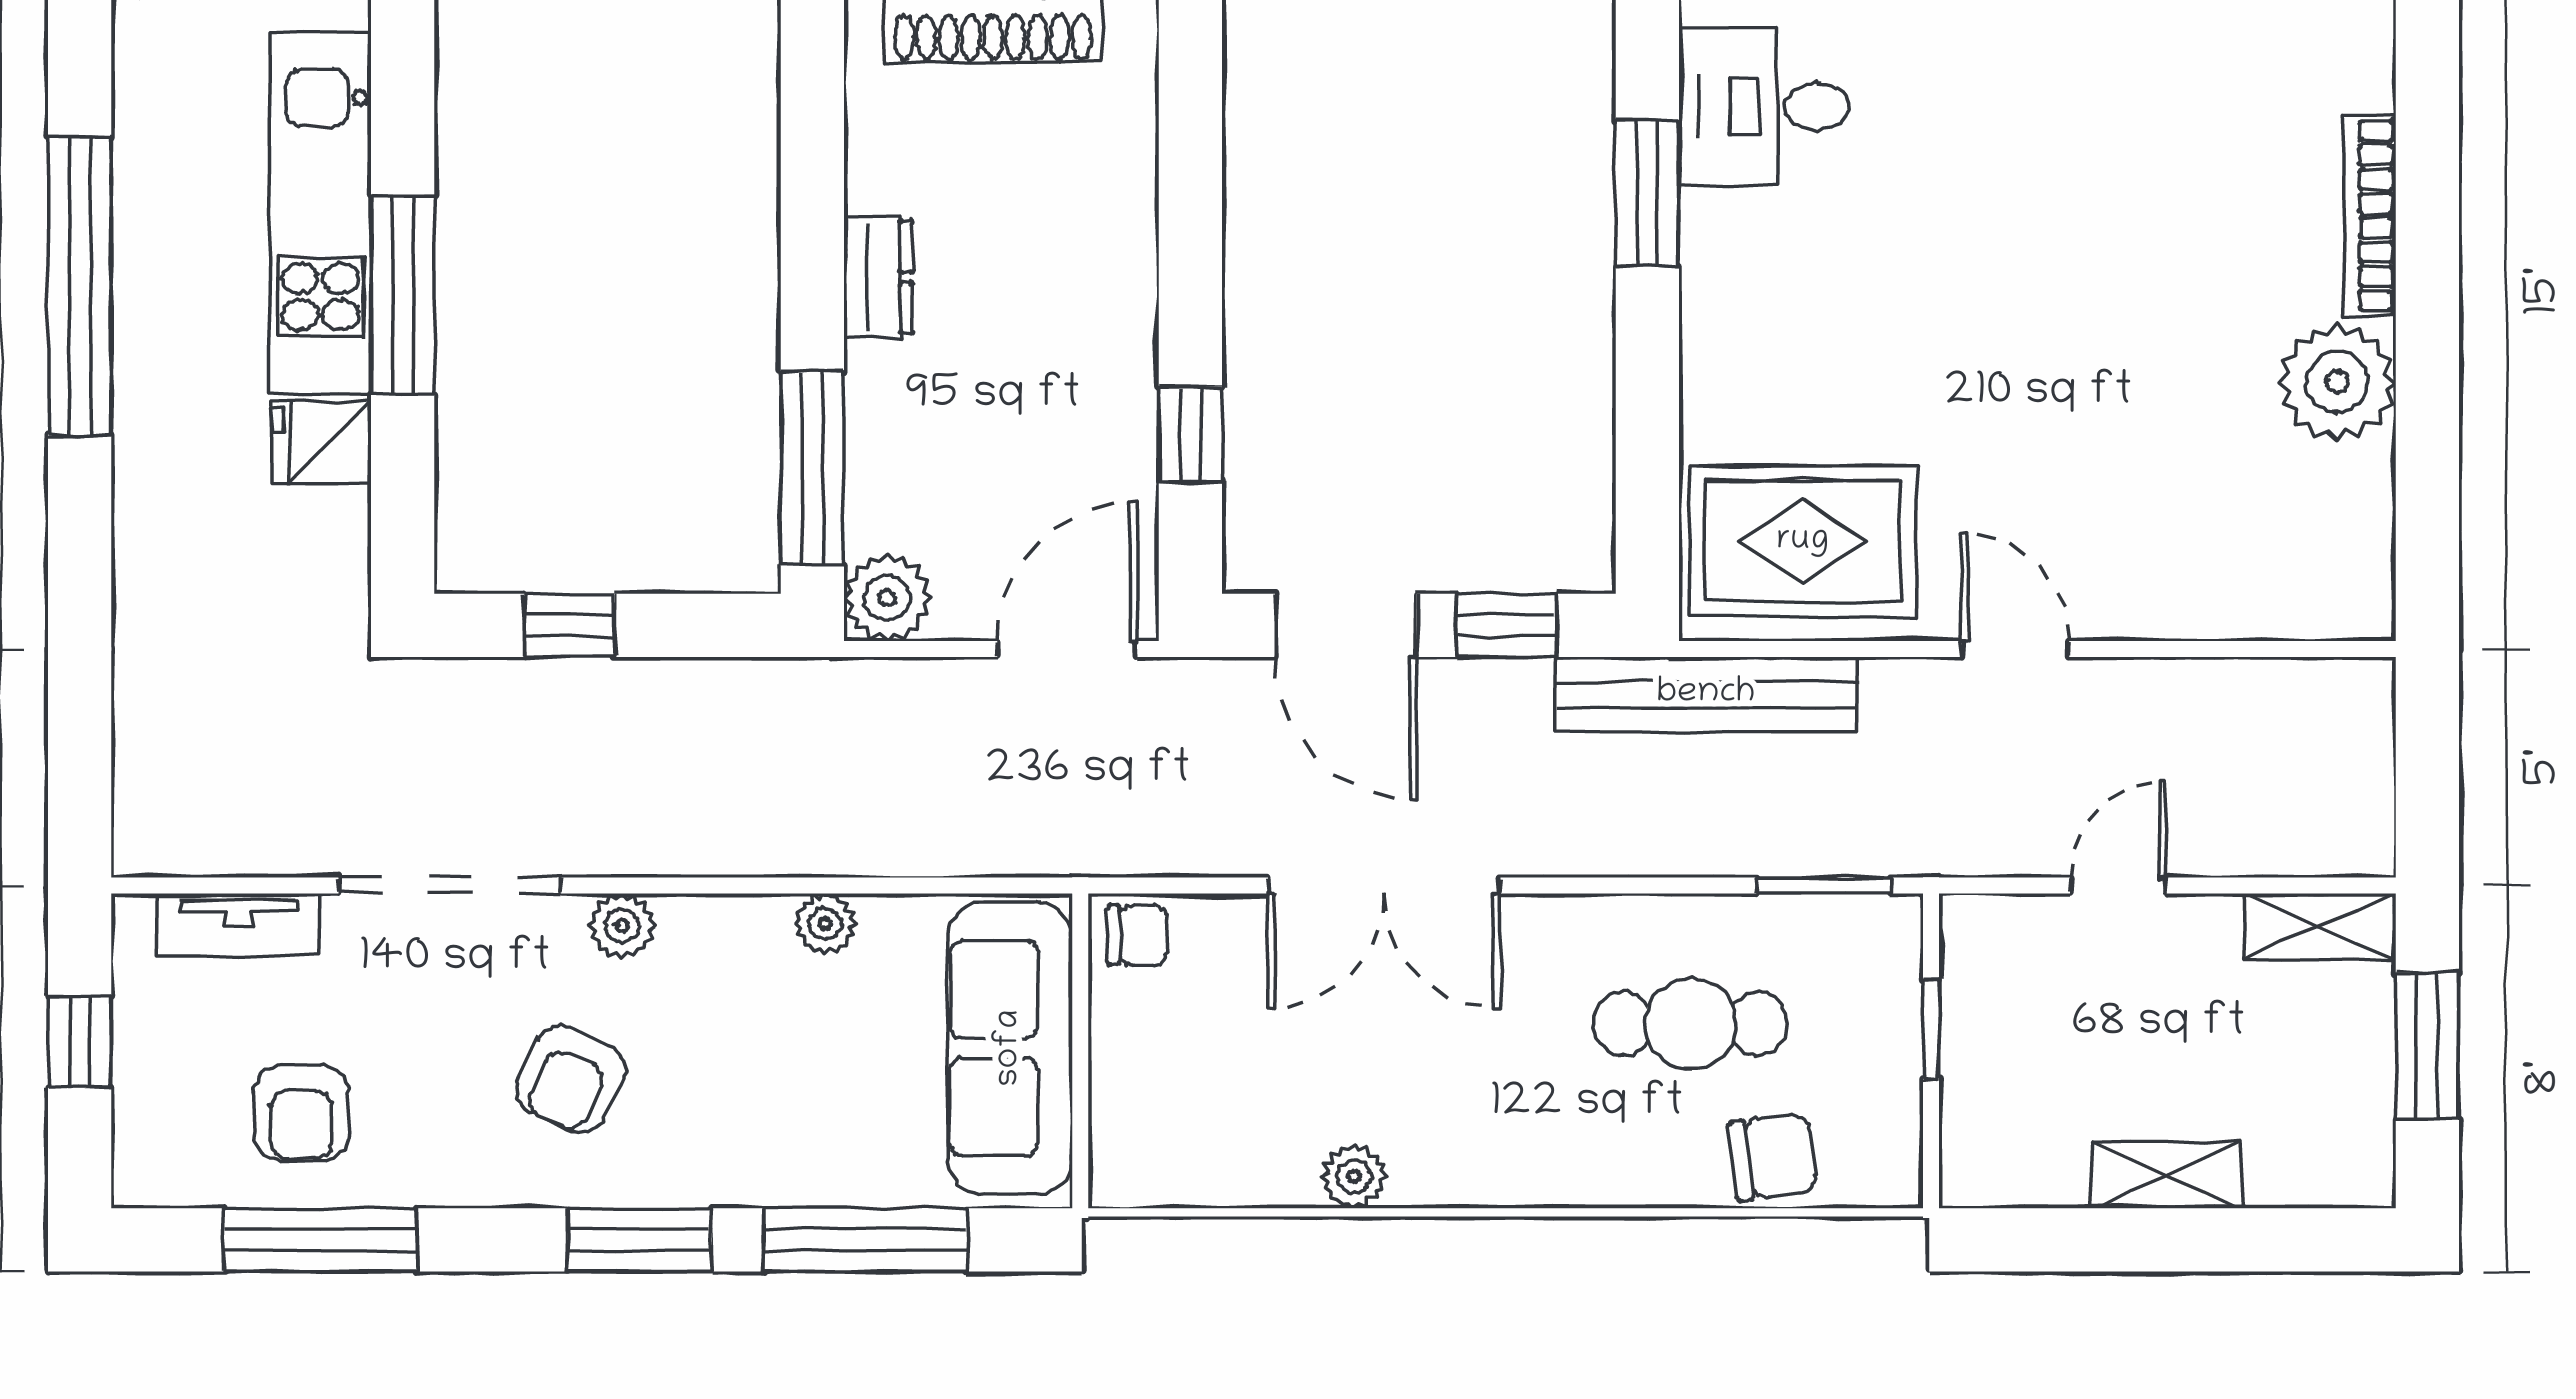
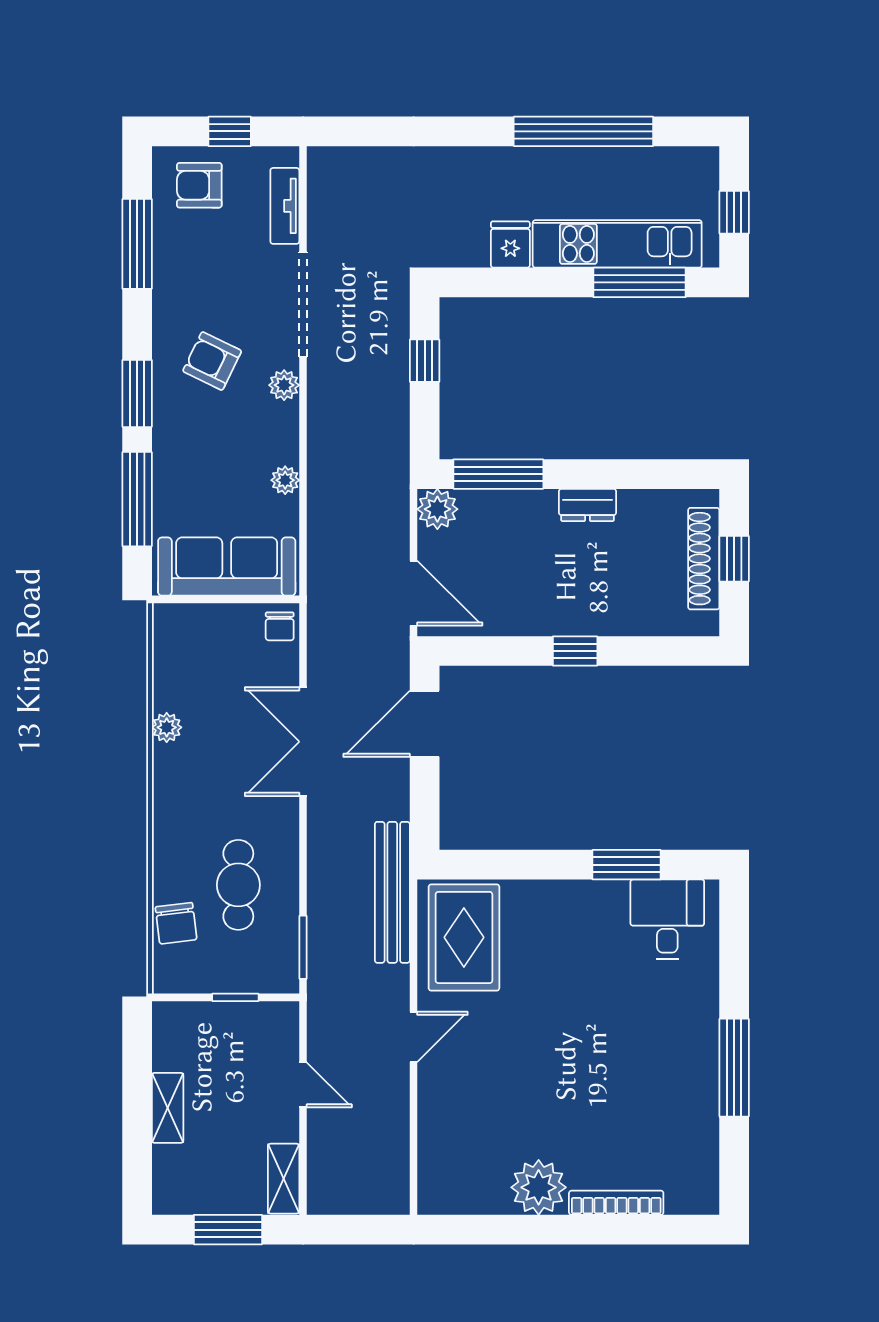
window: (403, 295) -> (639, 282), moved
window: (1190, 435) -> (575, 651), moved
window: (1506, 625) -> (425, 799), removed
armchair: (301, 1113) -> (199, 185), moved

